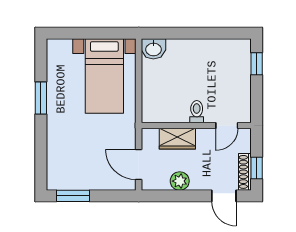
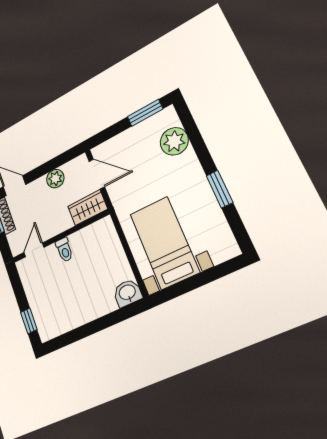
wardrobe: (177, 139) -> (88, 208), moved
plant: (59, 157) -> (174, 141), added

